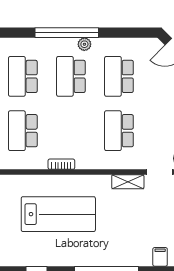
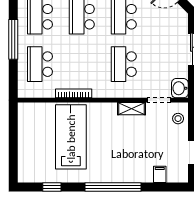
bookcase: (61, 164) -> (74, 93), width x1.56
lab bench: (58, 214) -> (71, 137), turned -90

